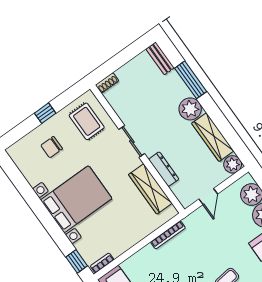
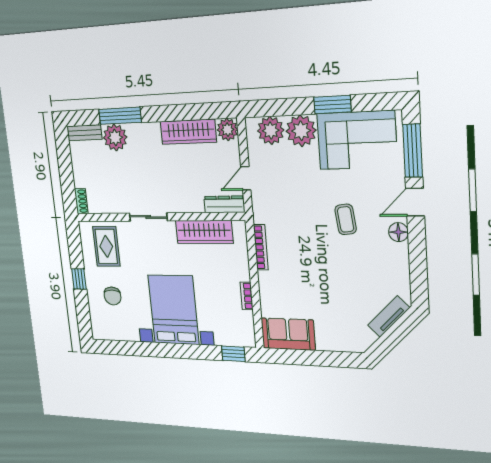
plant: (190, 109) -> (115, 137), moved
rug: (87, 121) -> (106, 246), turned 90
dresser: (164, 169) -> (224, 204), moved
door: (208, 196) -> (246, 178), swing flipped
bookcase: (102, 263) -> (247, 296), moved

